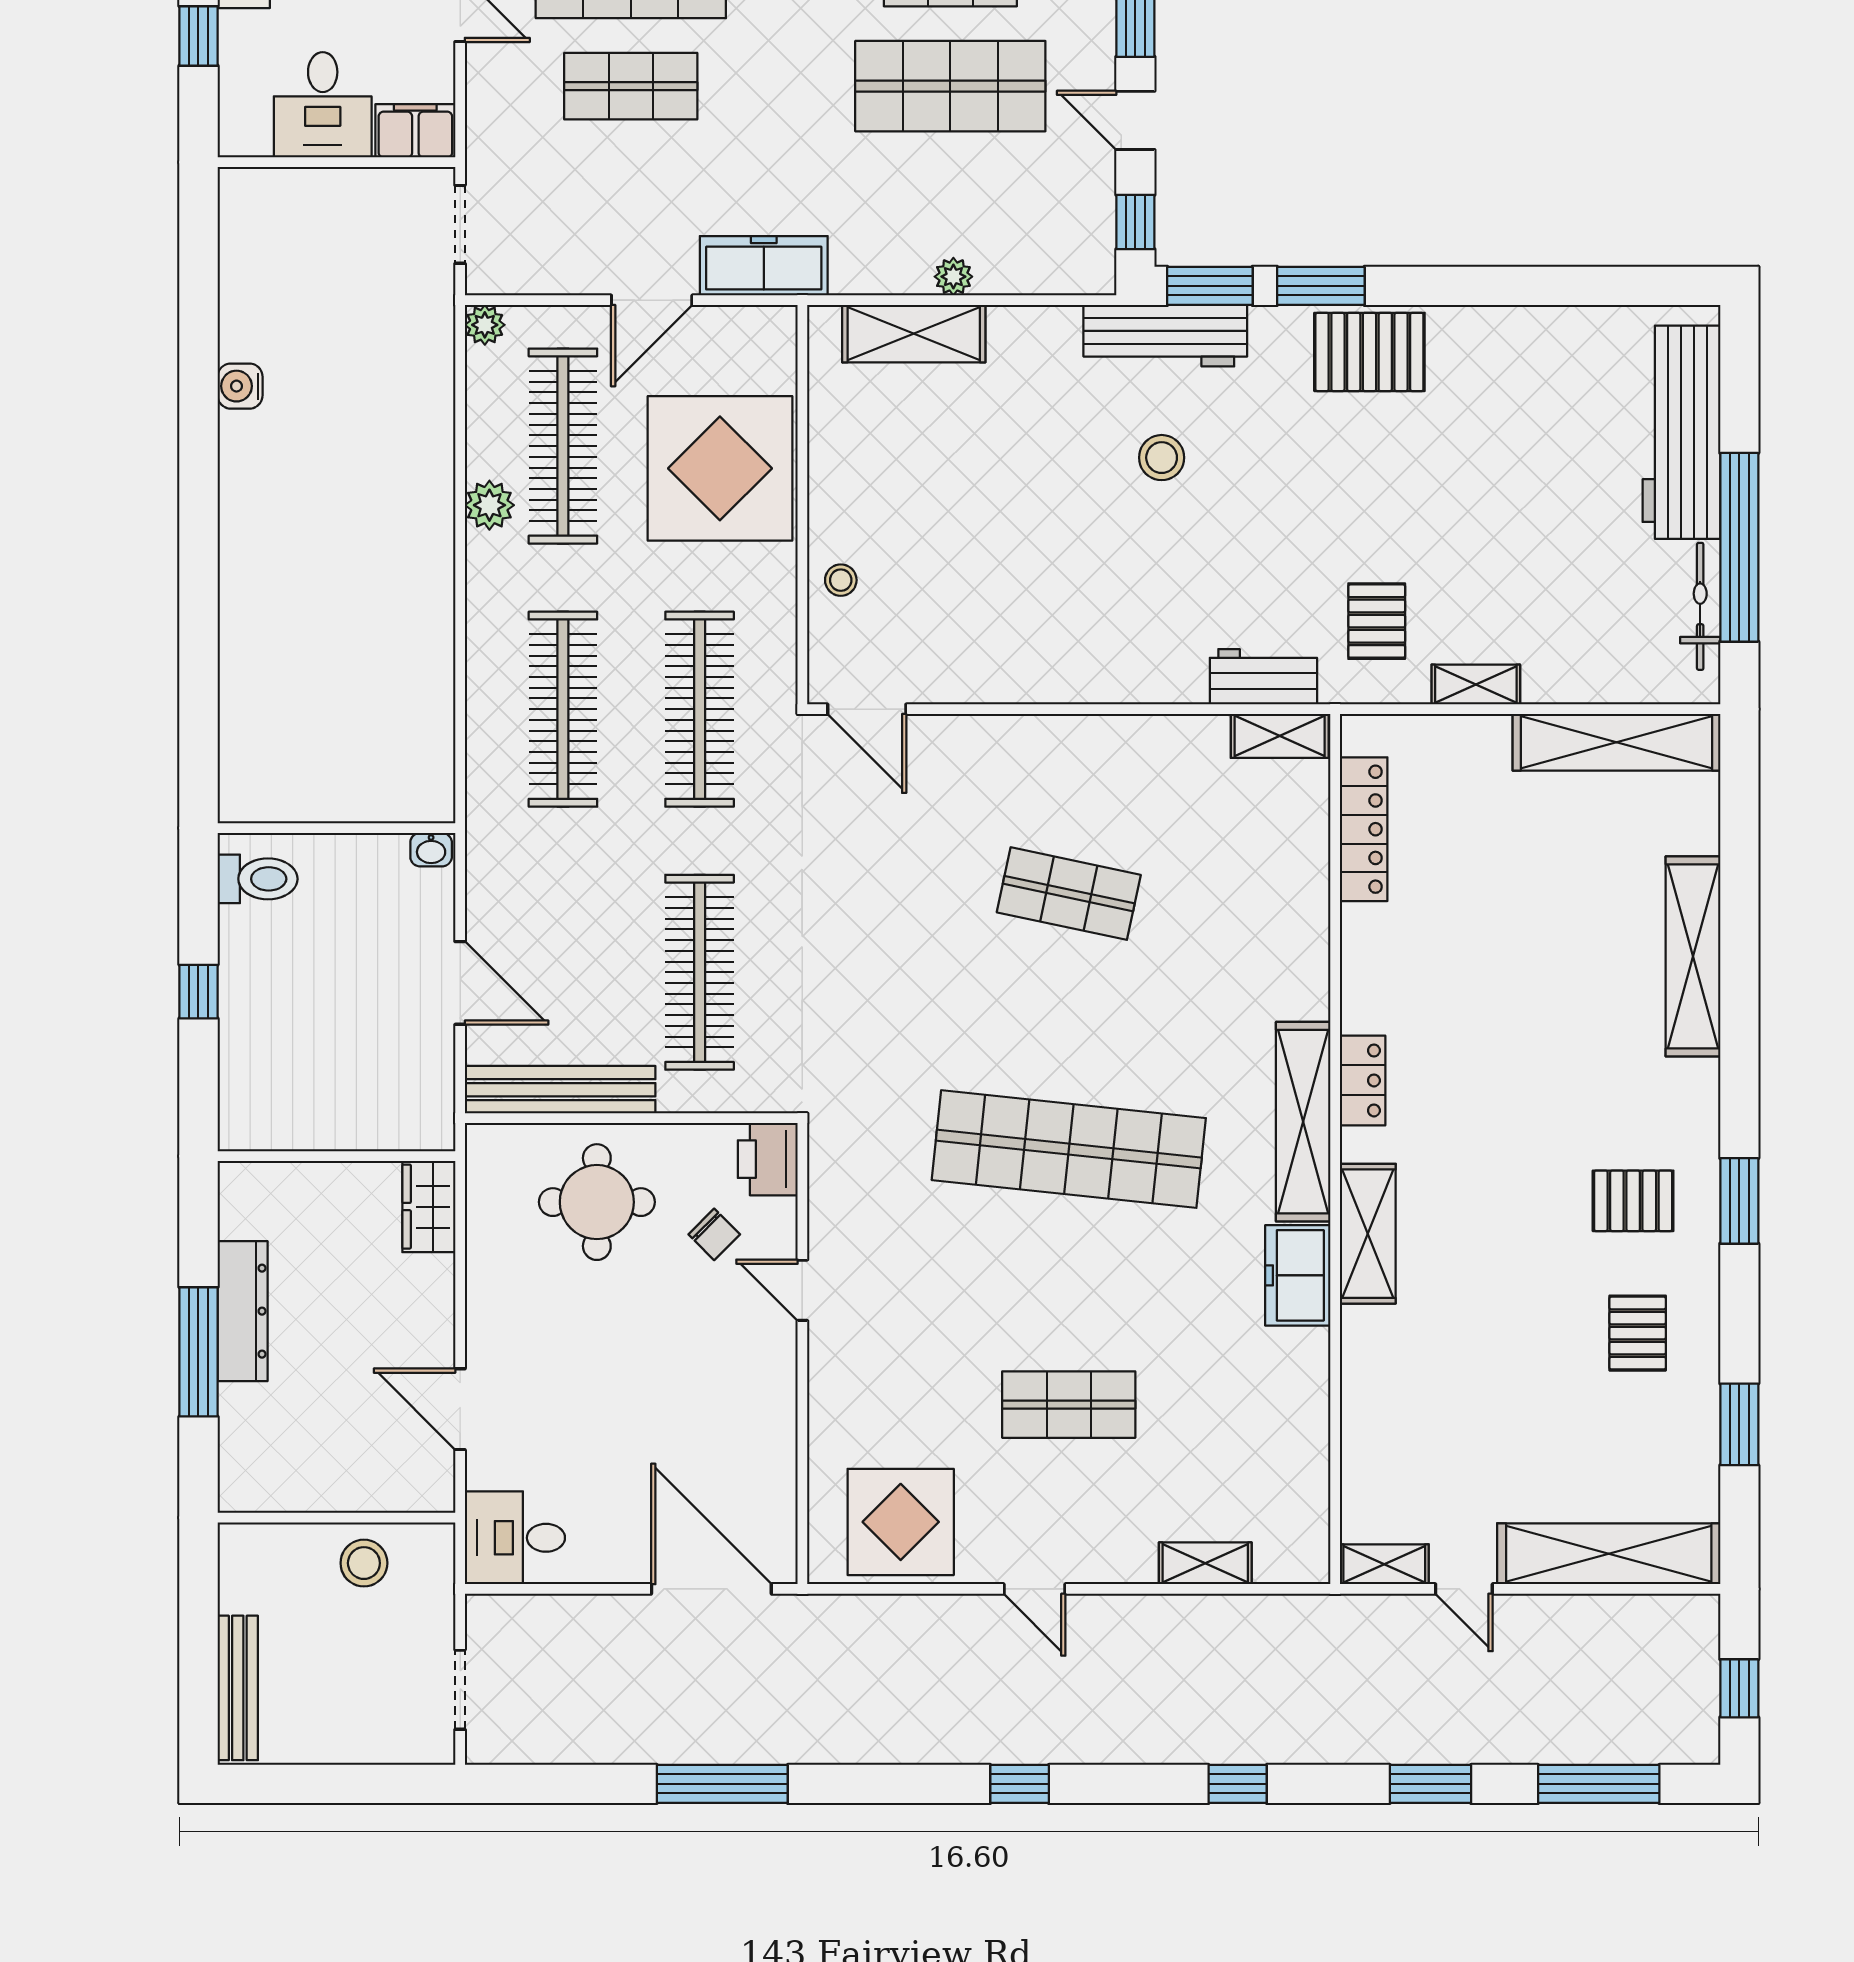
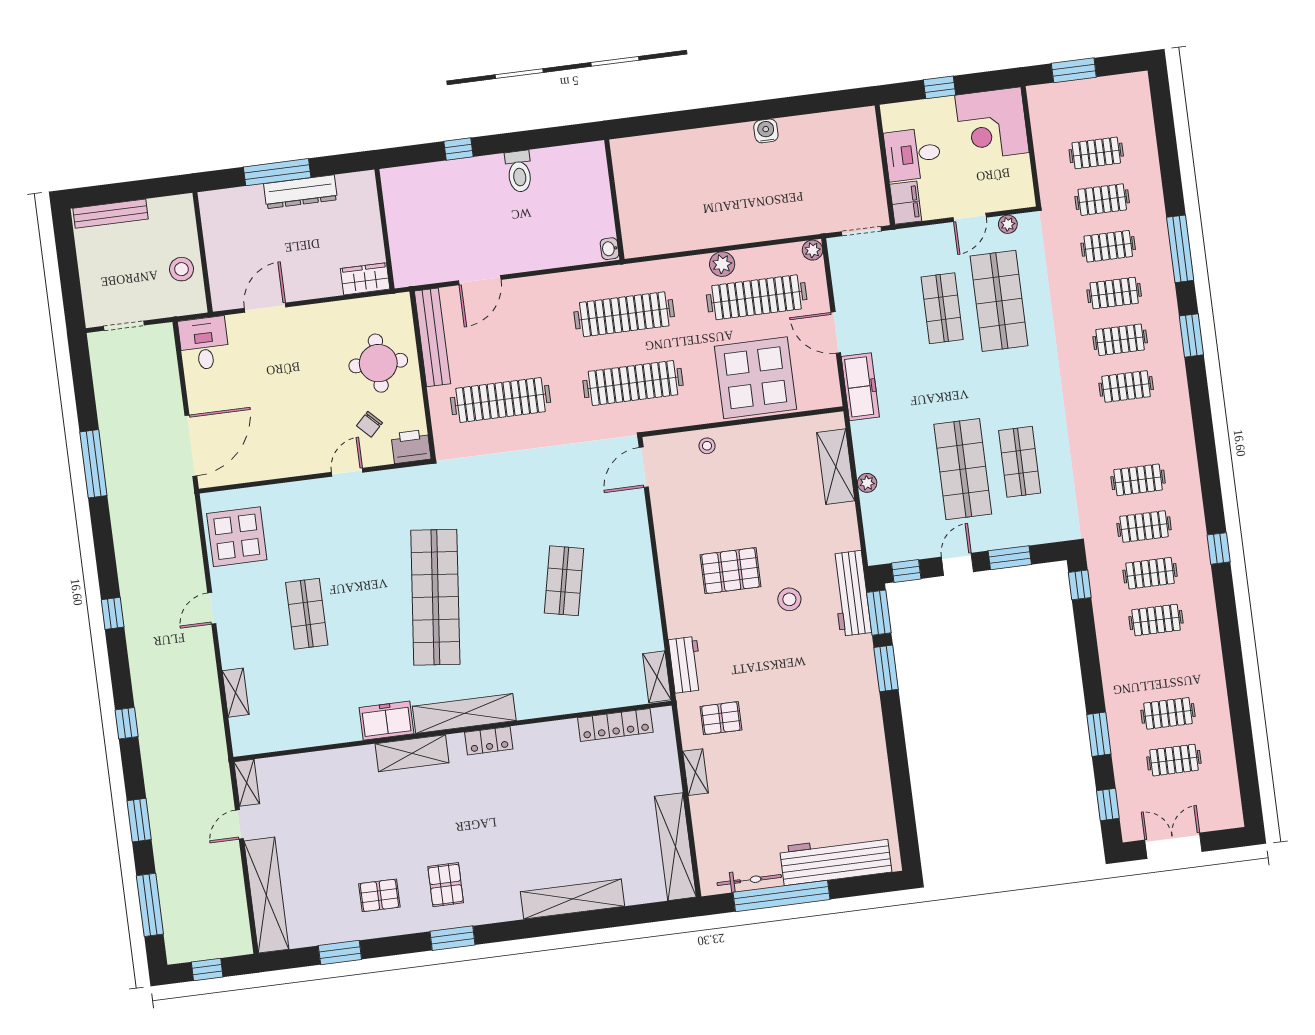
pallet: (1369, 352) -> (731, 571), moved, turned 90
wall: (336, 828) -> (614, 200), moved
washbasin: (431, 850) -> (610, 249), moved

